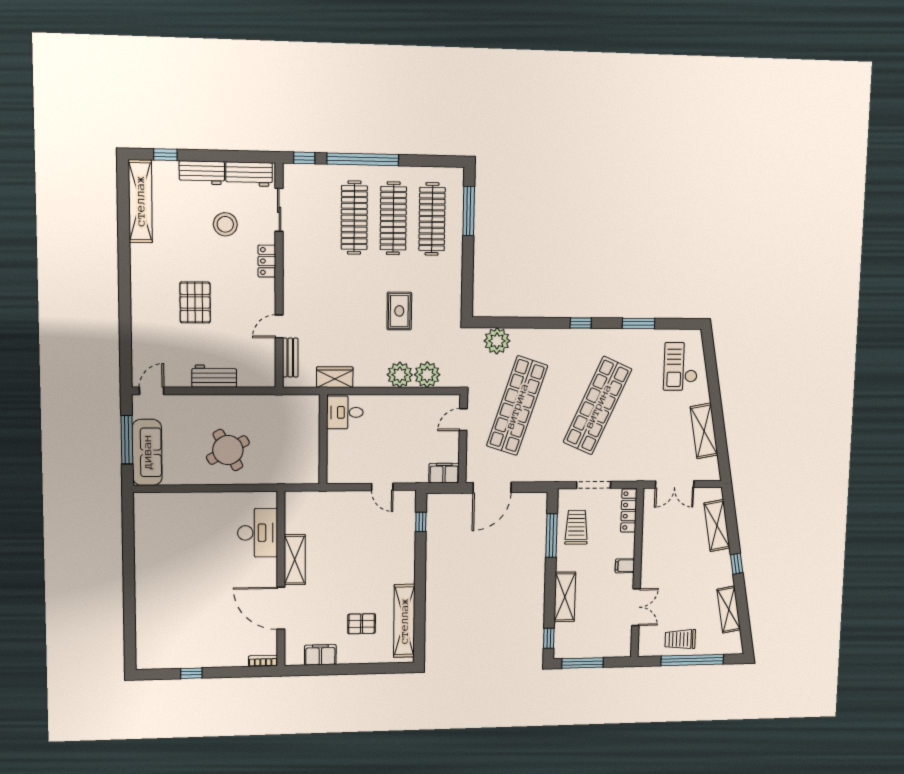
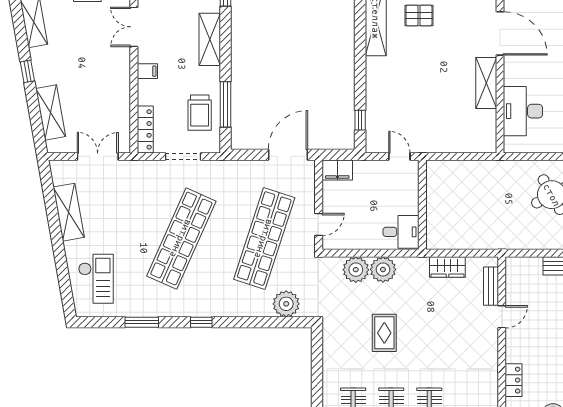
desk: (345, 412) -> (401, 232), moved
wall: (323, 439) -> (422, 205), moved

